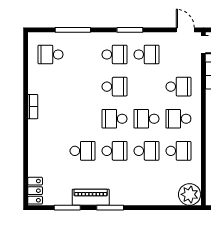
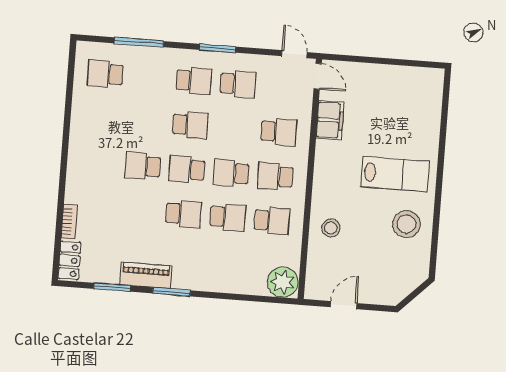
bookcase: (33, 107) -> (69, 222), moved
school desk: (83, 151) -> (143, 166), moved, turned 180

